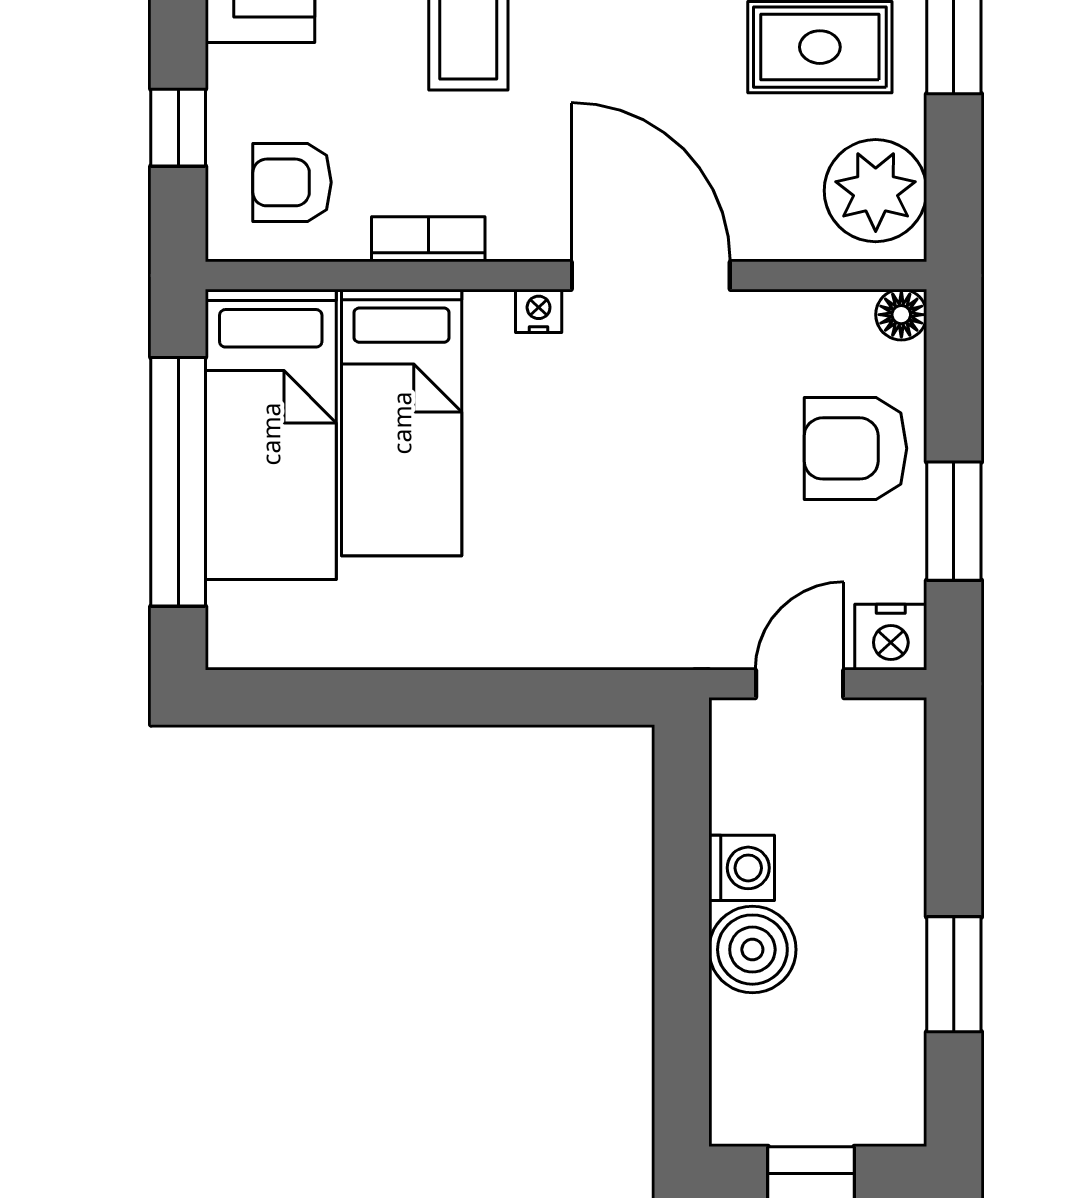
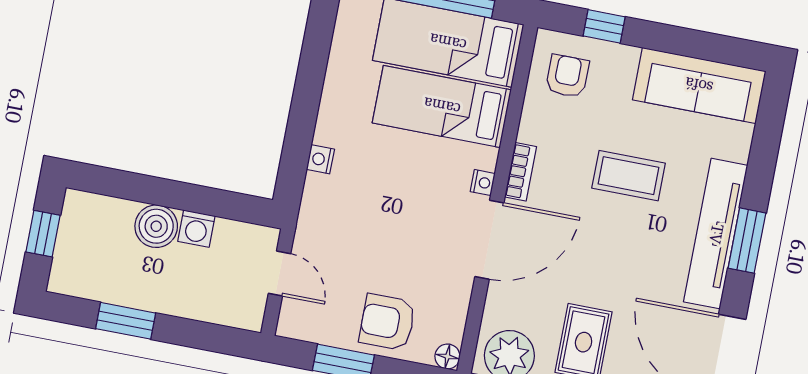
bookcase: (428, 239) -> (521, 172), moved
armchair: (856, 448) -> (387, 322), turned -90
nightstand: (891, 637) -> (320, 159), moved, width x0.72, depth x0.74

